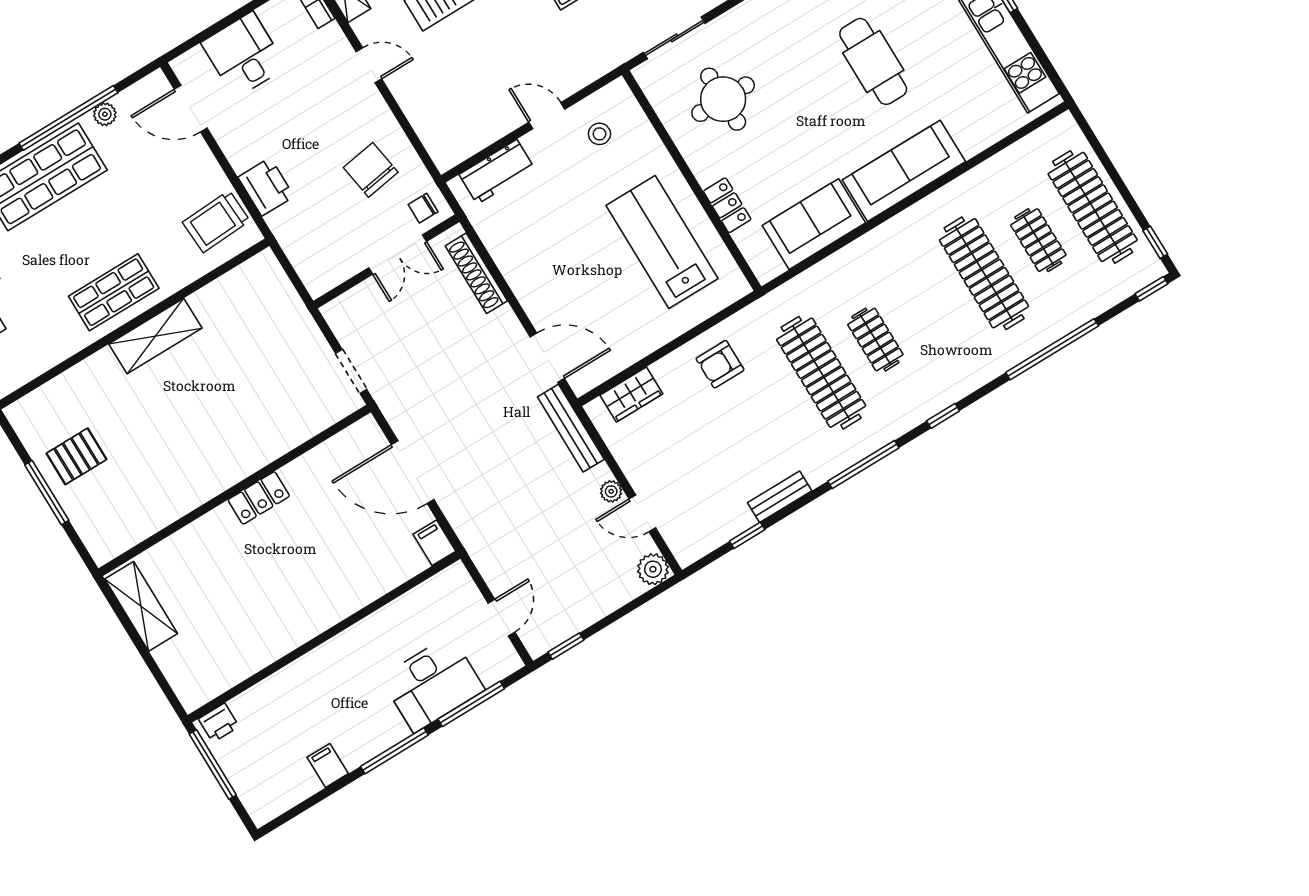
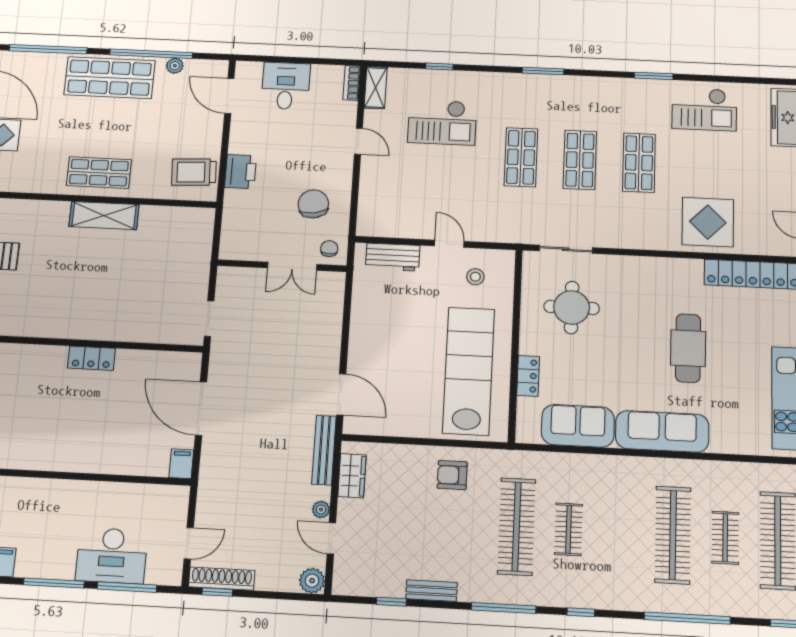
chair: (423, 208) -> (329, 249), turned 90
lab bench: (662, 242) -> (469, 371), width x1.36
shoe rack: (476, 273) -> (222, 579), moved, turned 90
wardrobe: (631, 395) -> (352, 476), moved, turned -90

